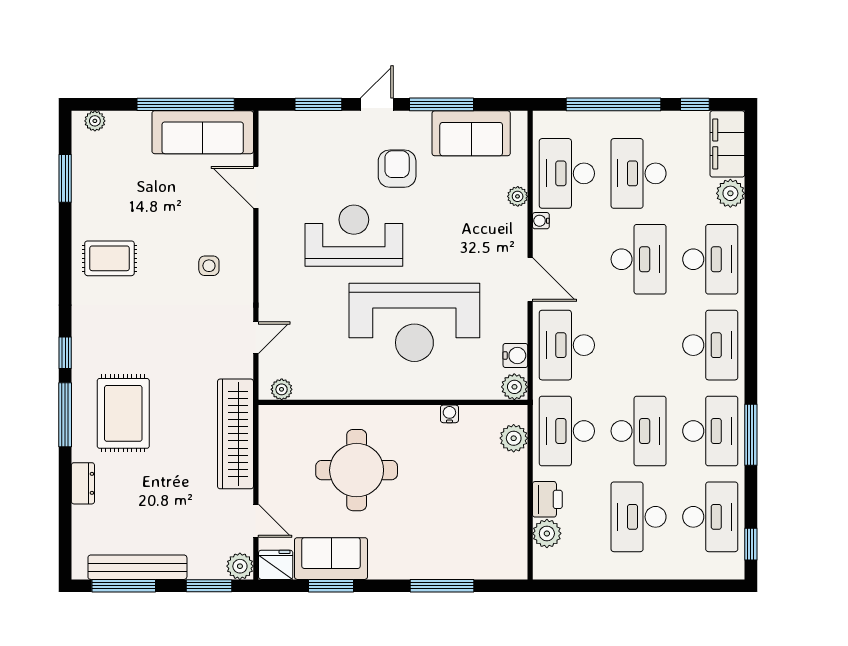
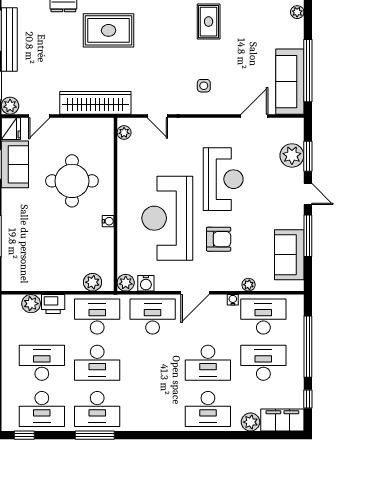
plant: (317, 129) -> (292, 155), added
armchair: (397, 169) -> (219, 239), moved
desk: (710, 345) -> (153, 409), removed
water cooler: (449, 414) -> (108, 221), moved

